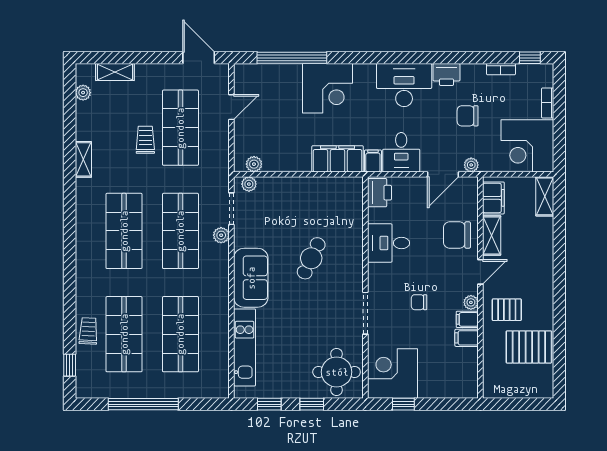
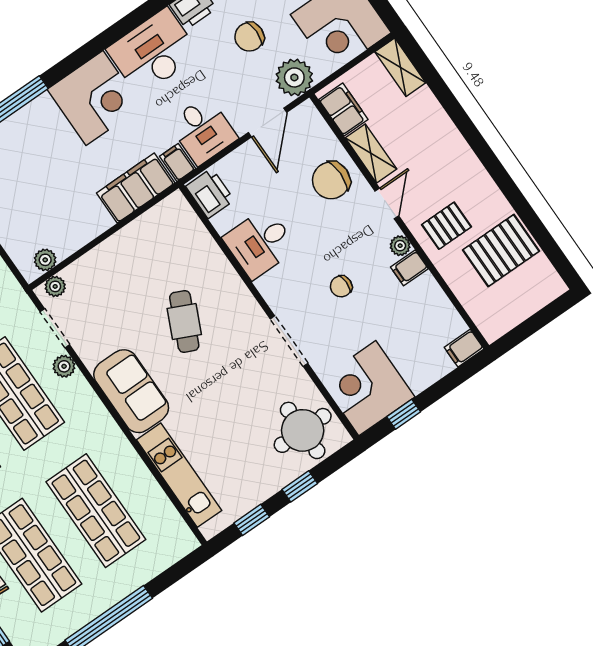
corner desk: (328, 88) -> (95, 98), moved
plant: (471, 165) -> (294, 77), width x1.88, depth x1.88
filing cabinet: (467, 338) -> (464, 348), moved

